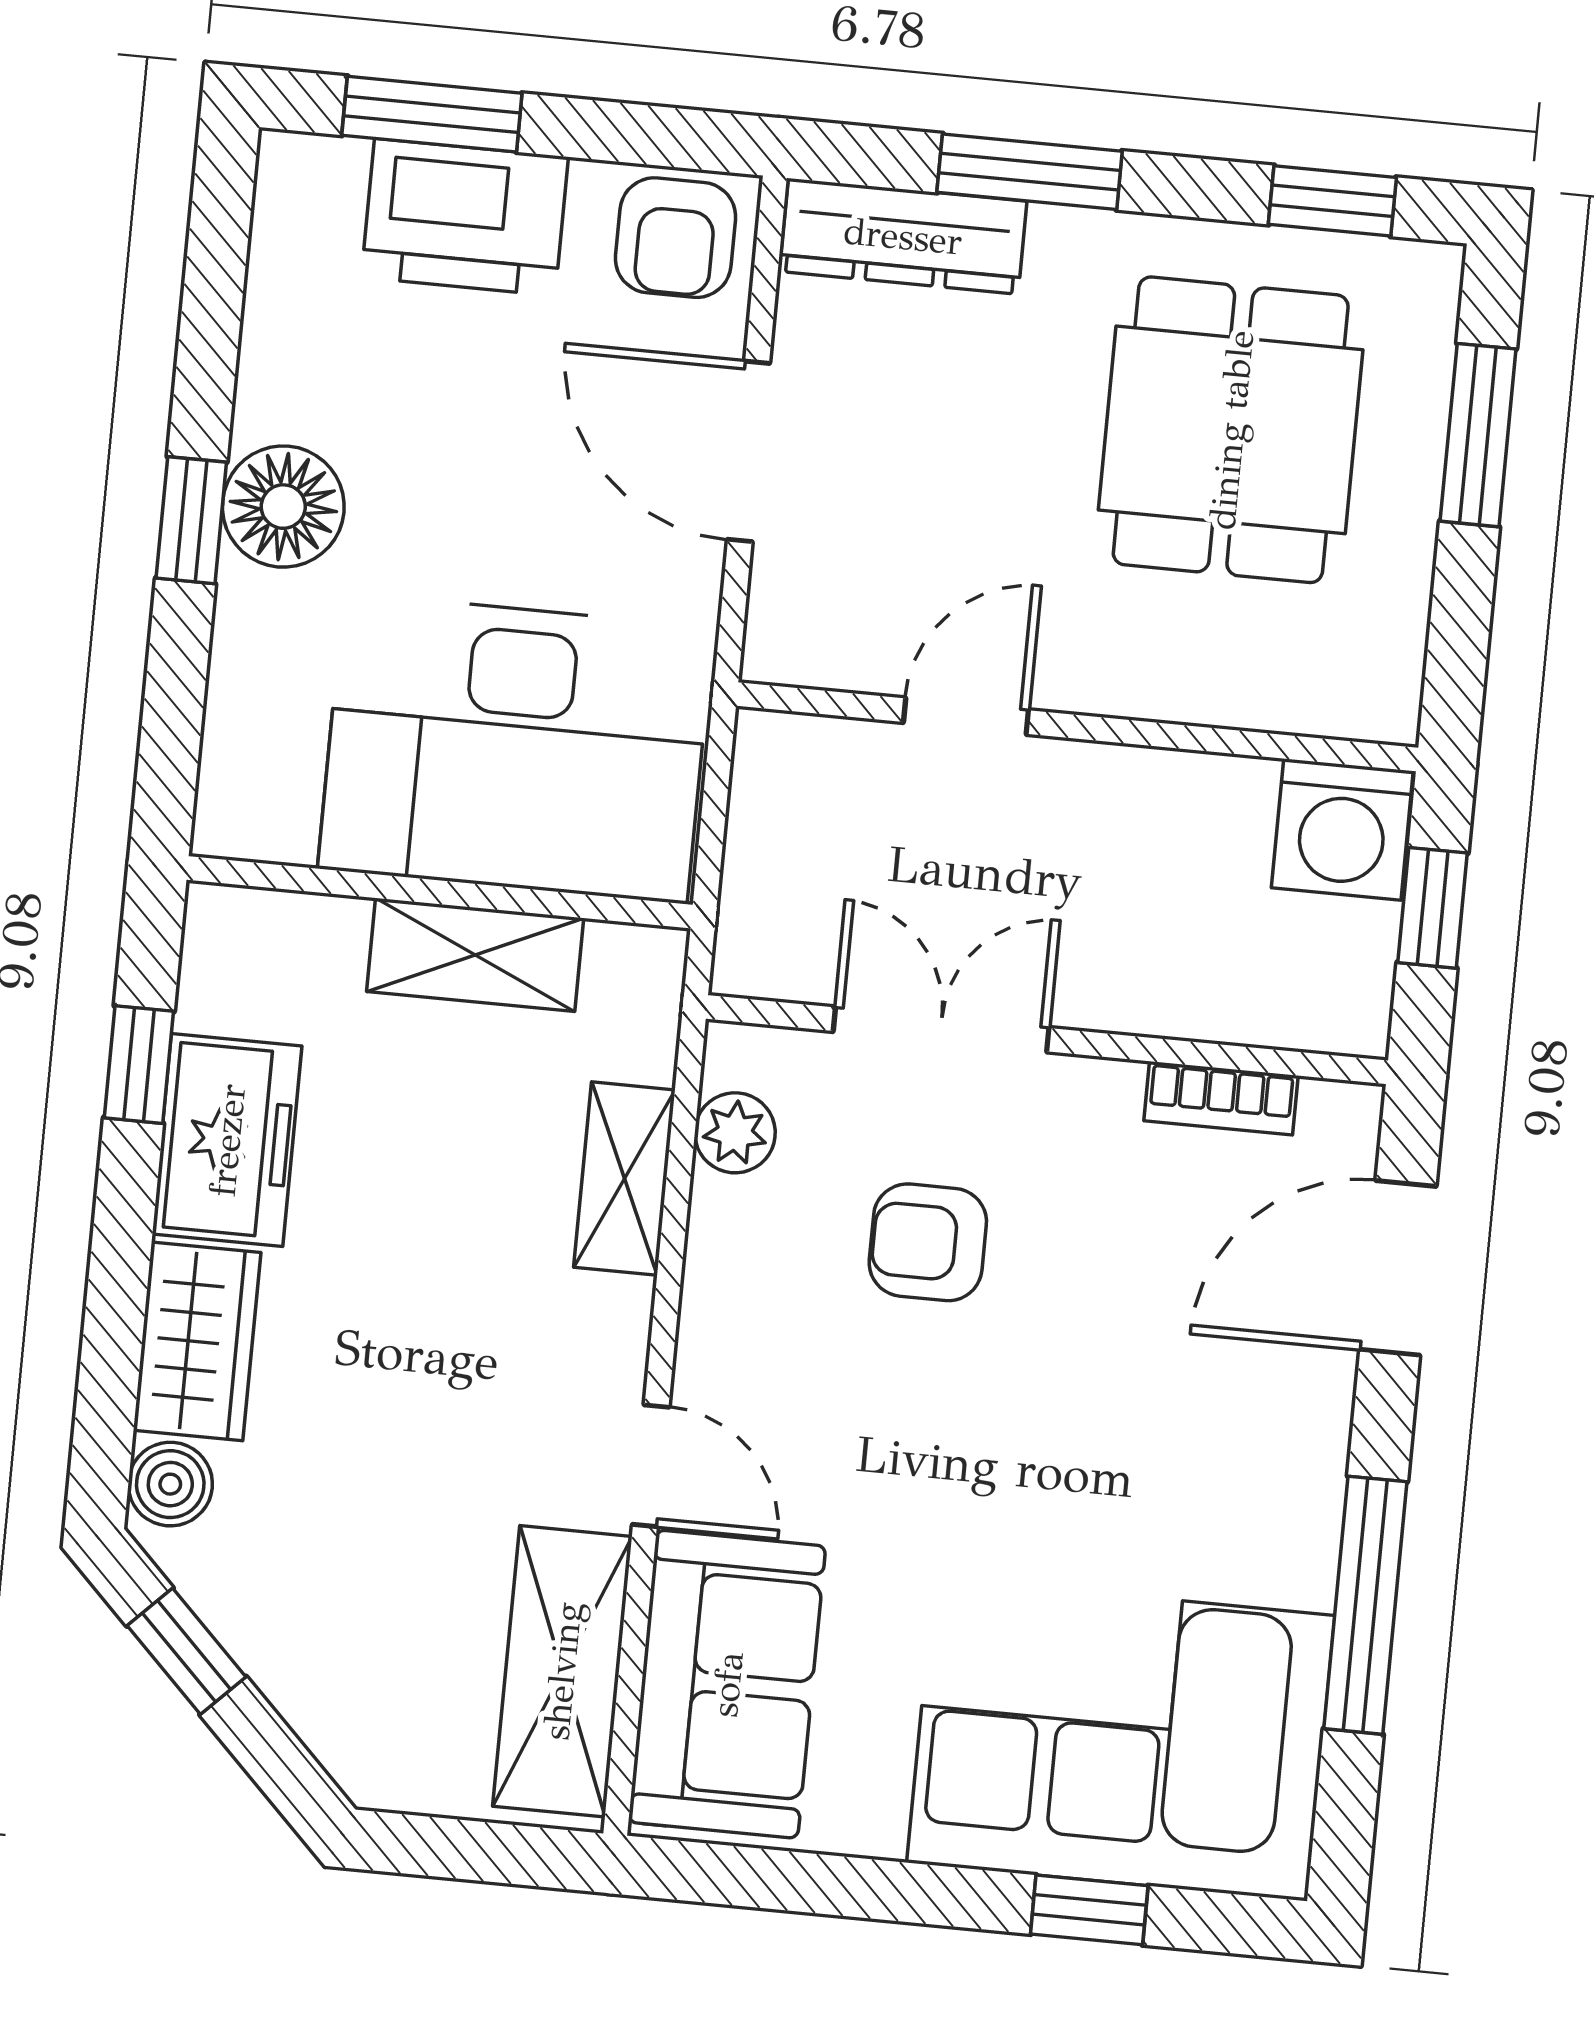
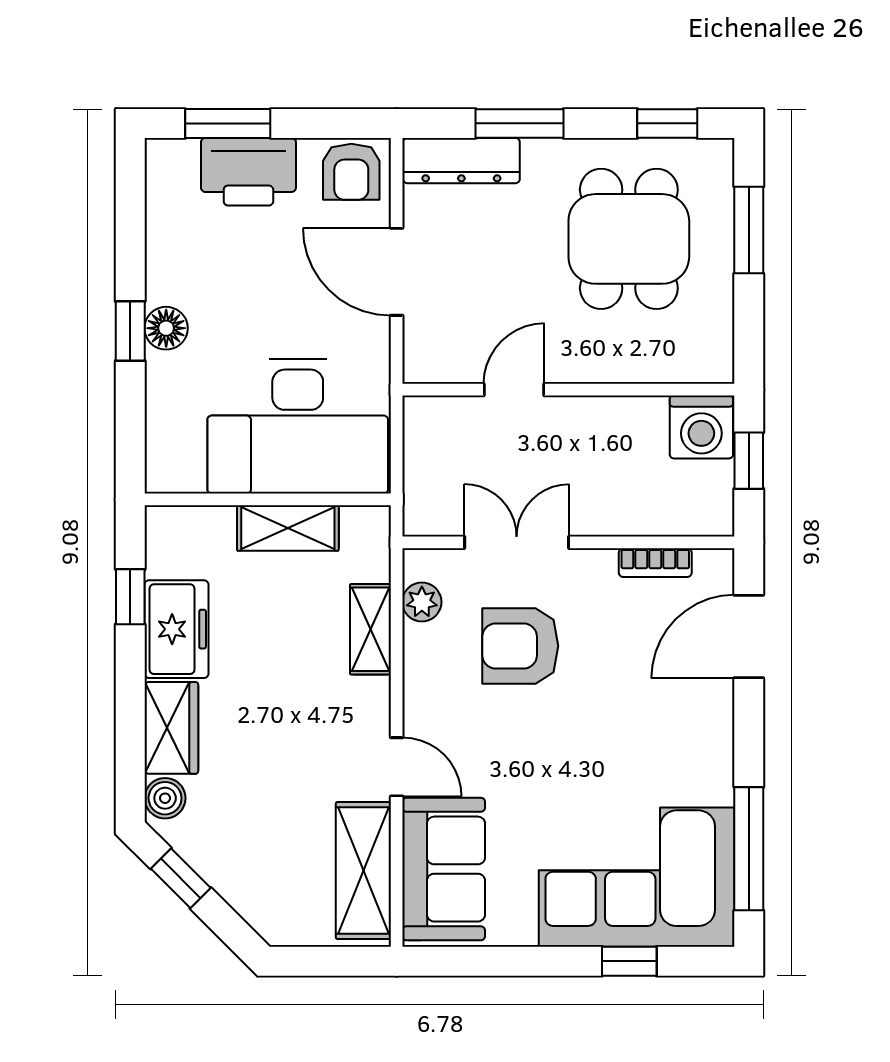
floor lamp: (283, 507) -> (166, 328), width x0.73, depth x0.73
armchair: (928, 1242) -> (520, 646), width x1.38, depth x1.38
window: (1365, 1605) -> (749, 849), moved

